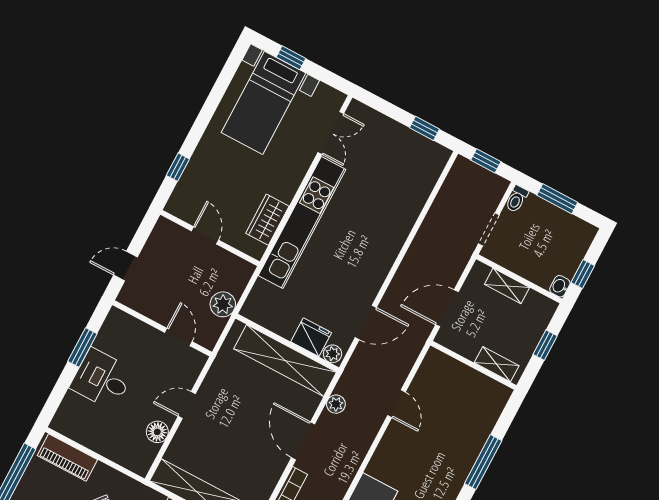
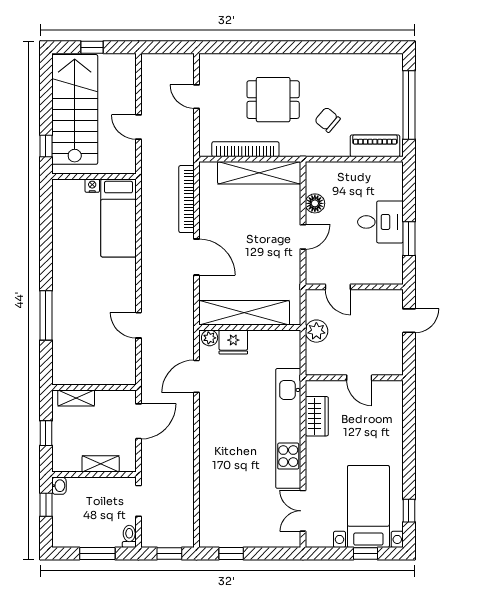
window: (178, 167) -> (409, 511), moved
plant: (336, 404) -> (186, 300), removed

